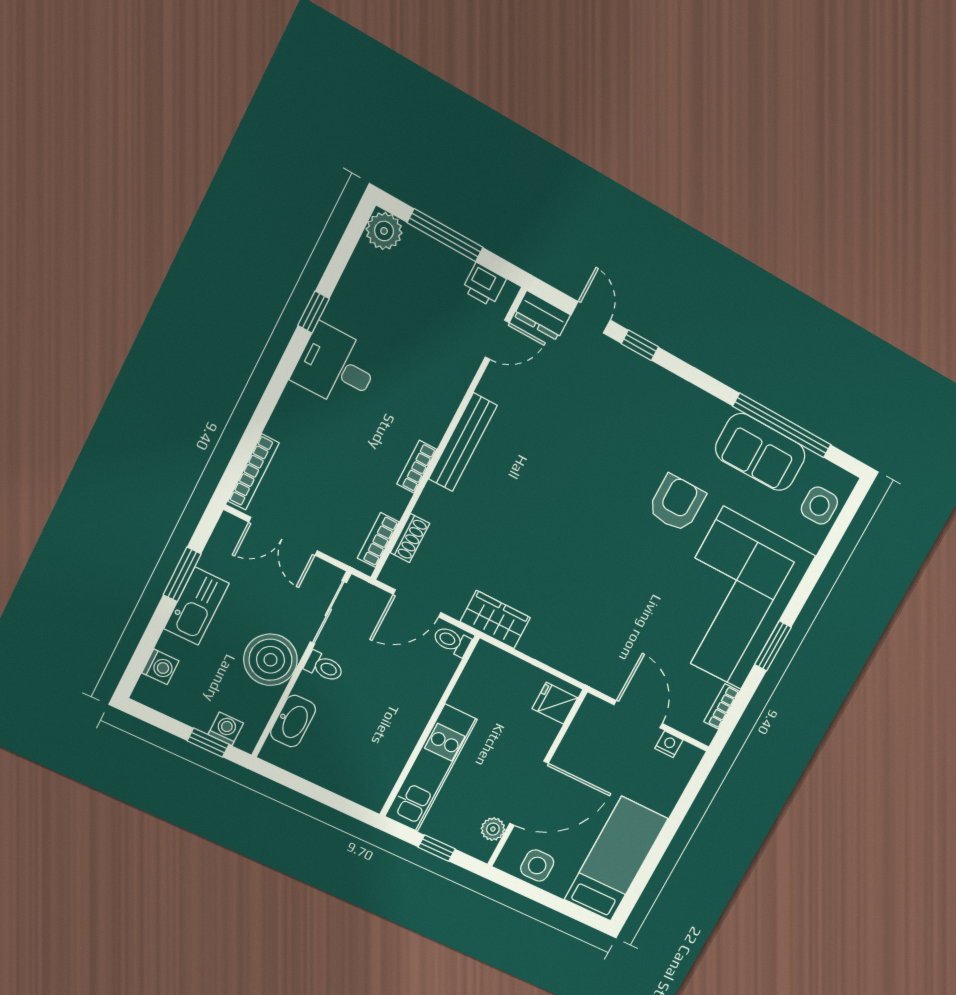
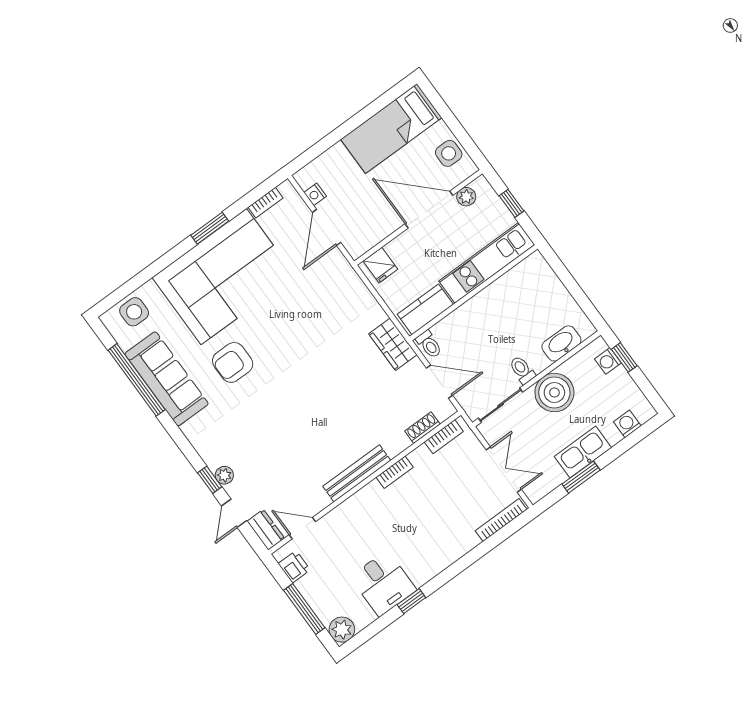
plant: (625, 360) -> (224, 475), added
desk: (336, 367) -> (383, 583), moved
sofa: (760, 452) -> (167, 379), width x1.36
kitchen counter: (477, 679) -> (425, 309), added

